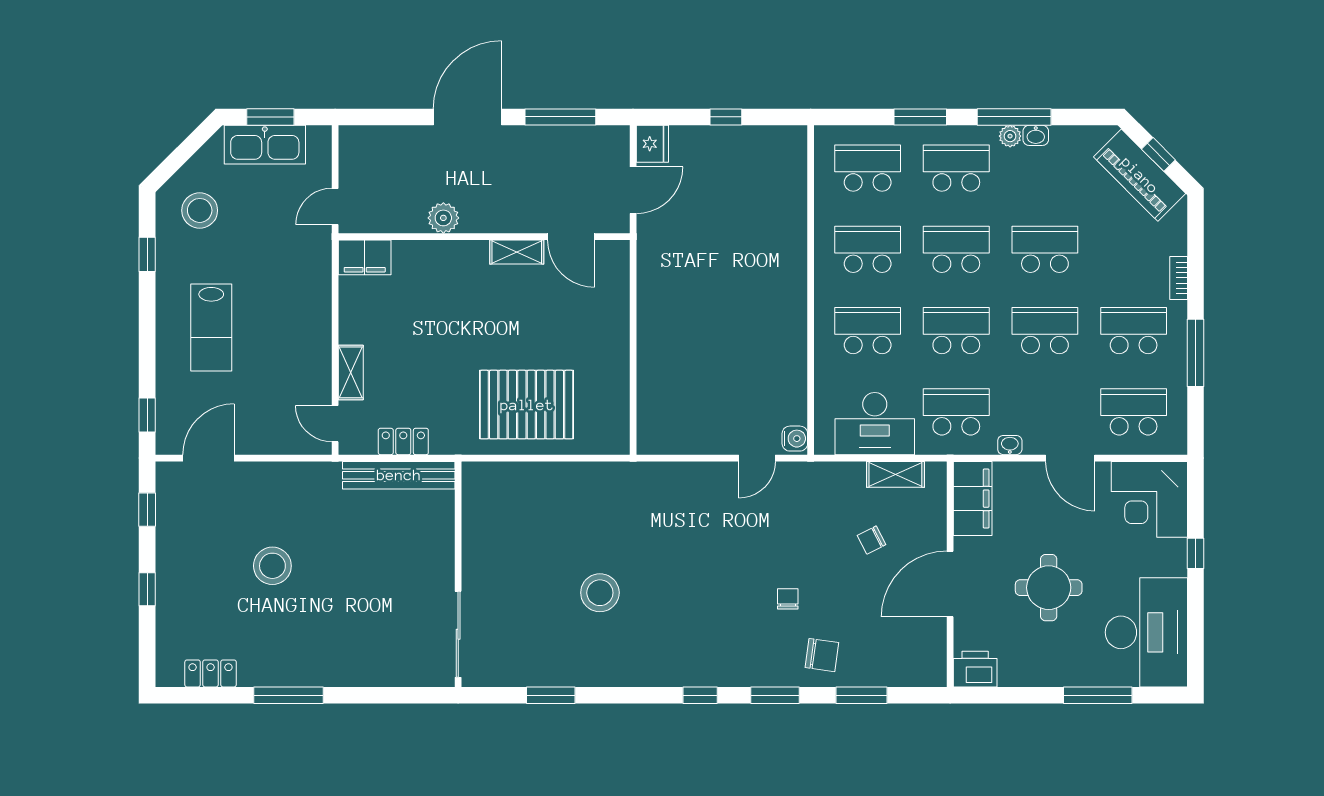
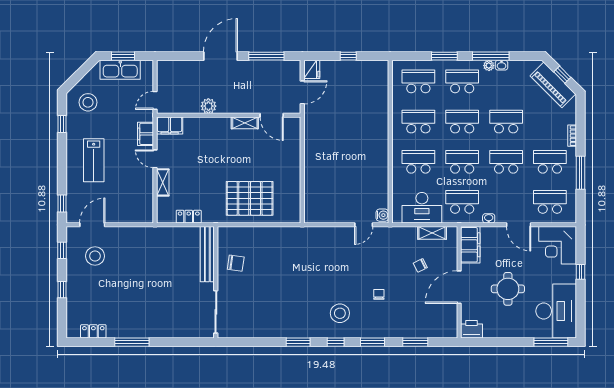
filing cabinet: (316, 274) -> (146, 134), added
door: (335, 424) -> (155, 159), moved
bench: (399, 475) -> (207, 254), moved, turned 90
stool: (272, 566) -> (95, 256), moved
stool: (600, 593) -> (340, 313), moved
chair: (822, 655) -> (236, 263), moved
window: (551, 695) -> (298, 342), moved
window: (1098, 695) -> (551, 342), moved

